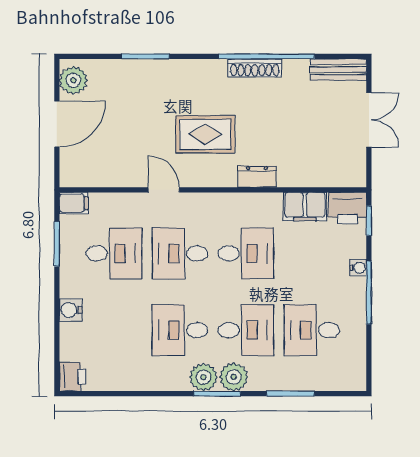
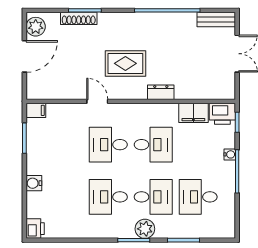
shoe rack: (255, 68) -> (79, 18), moved
desk: (114, 253) -> (63, 145), removed
plant: (203, 377) -> (124, 229), removed

